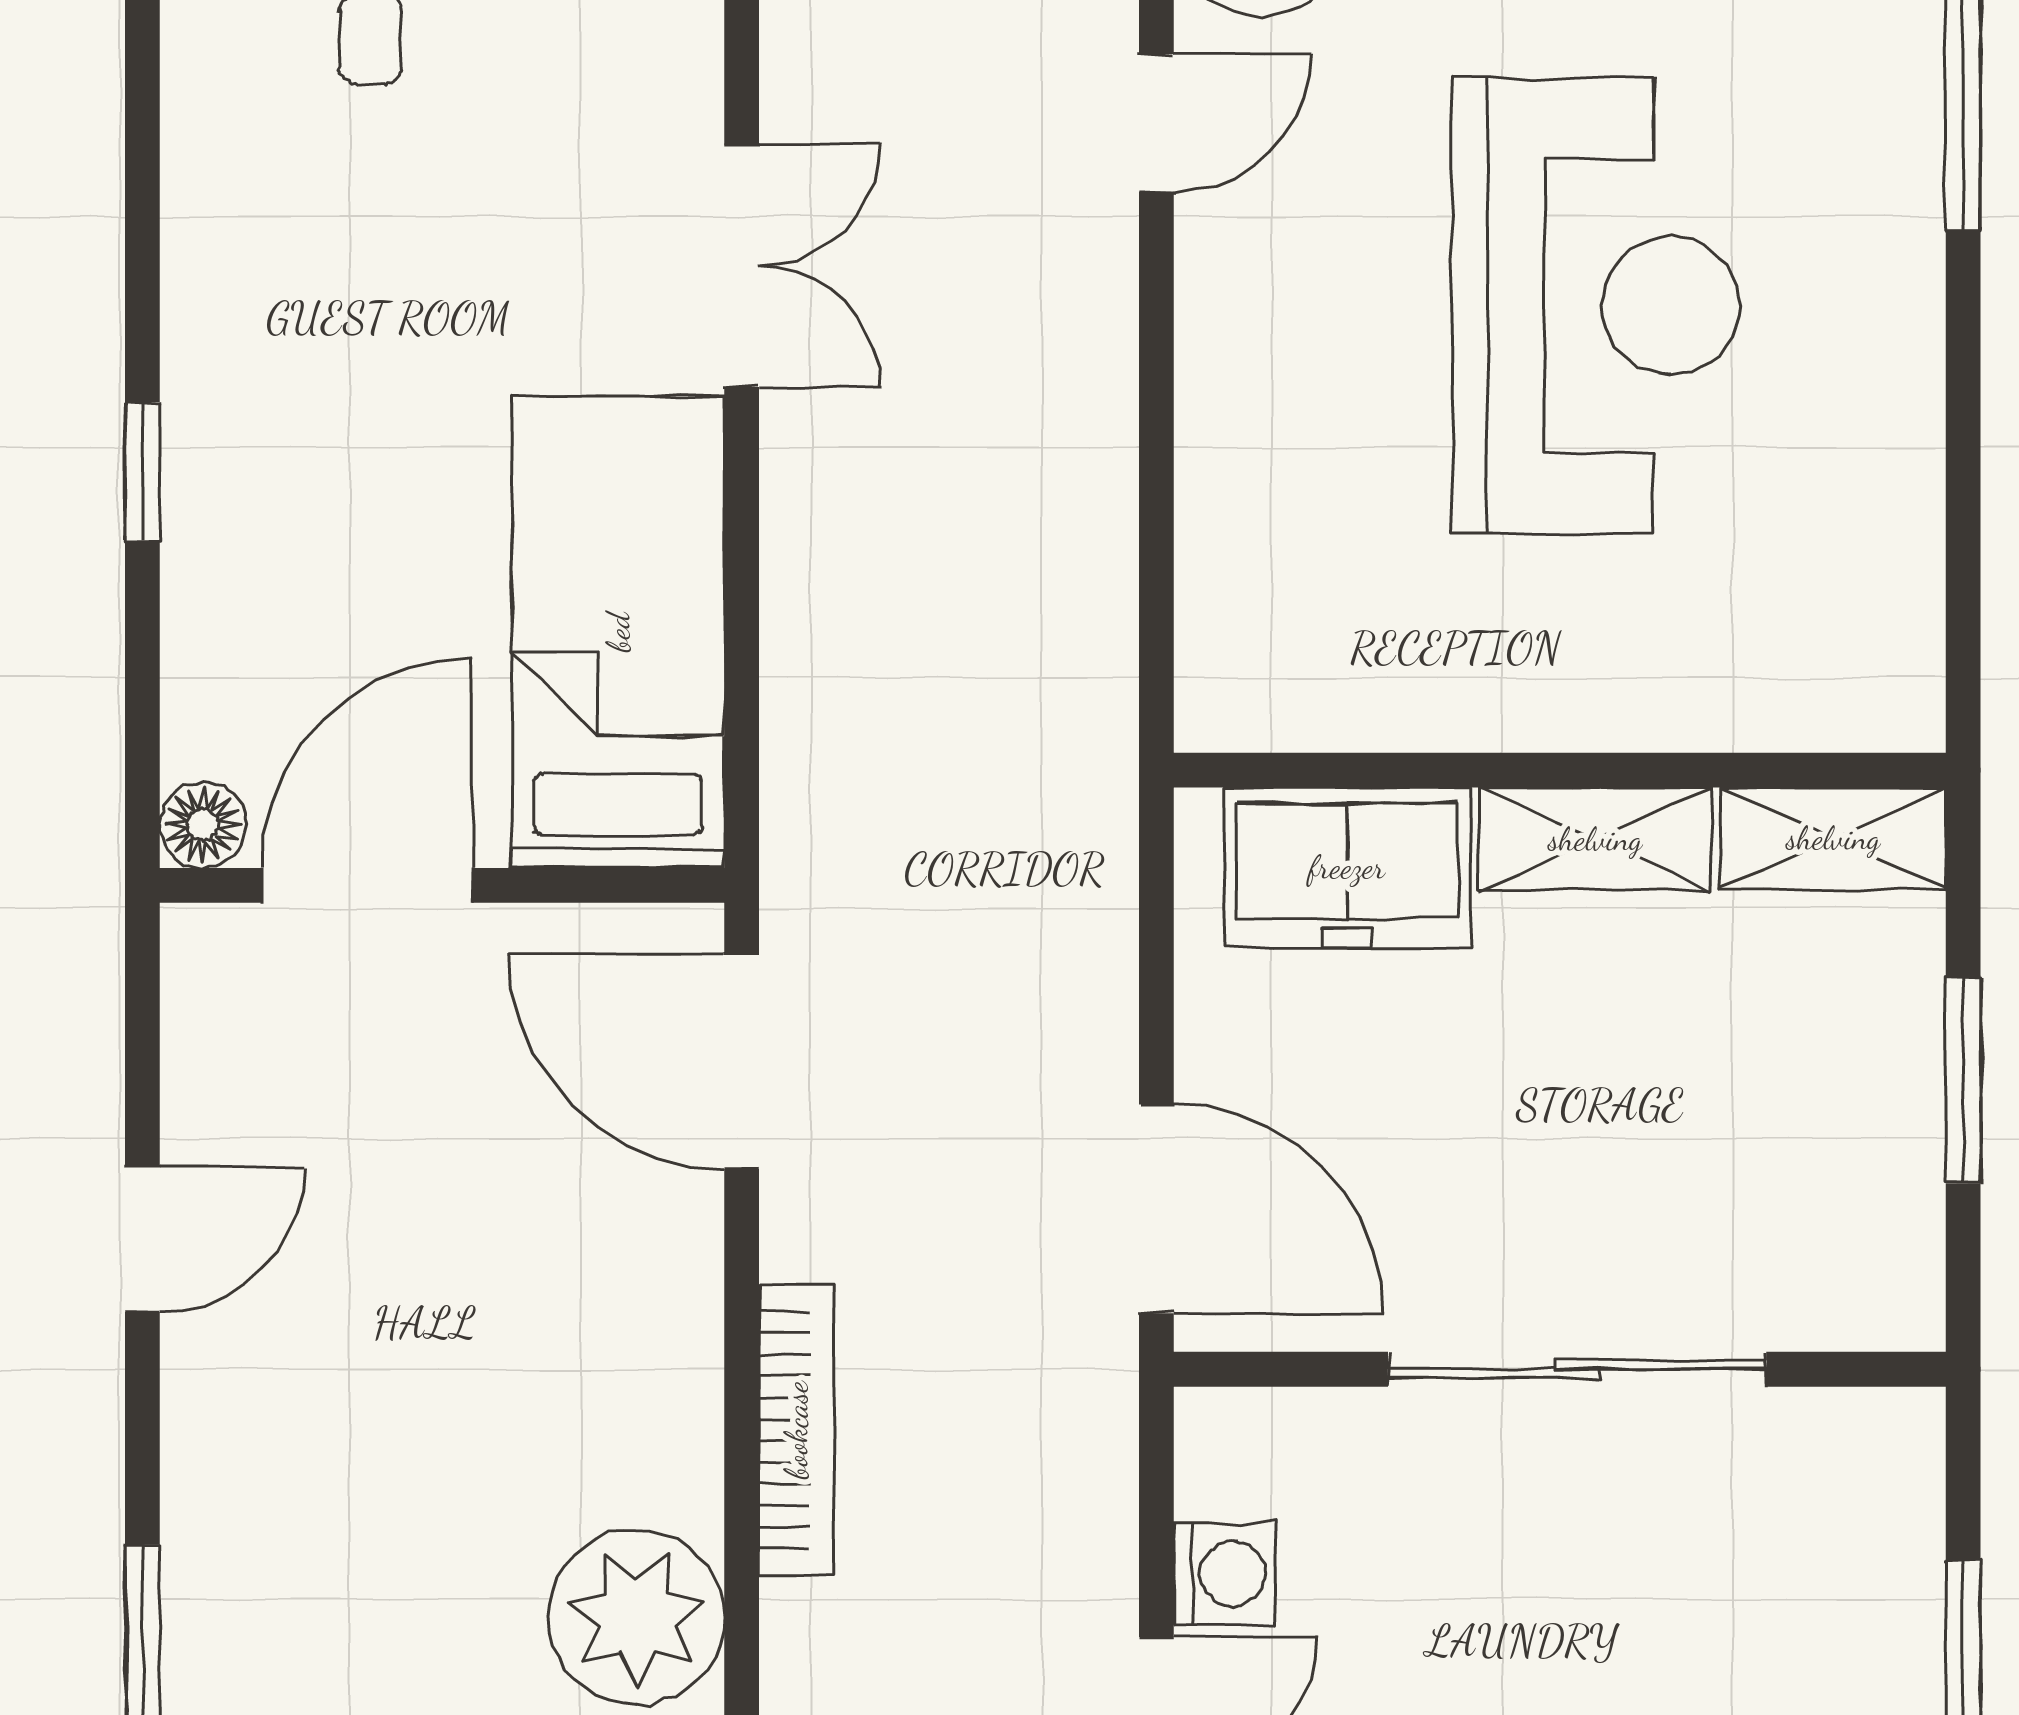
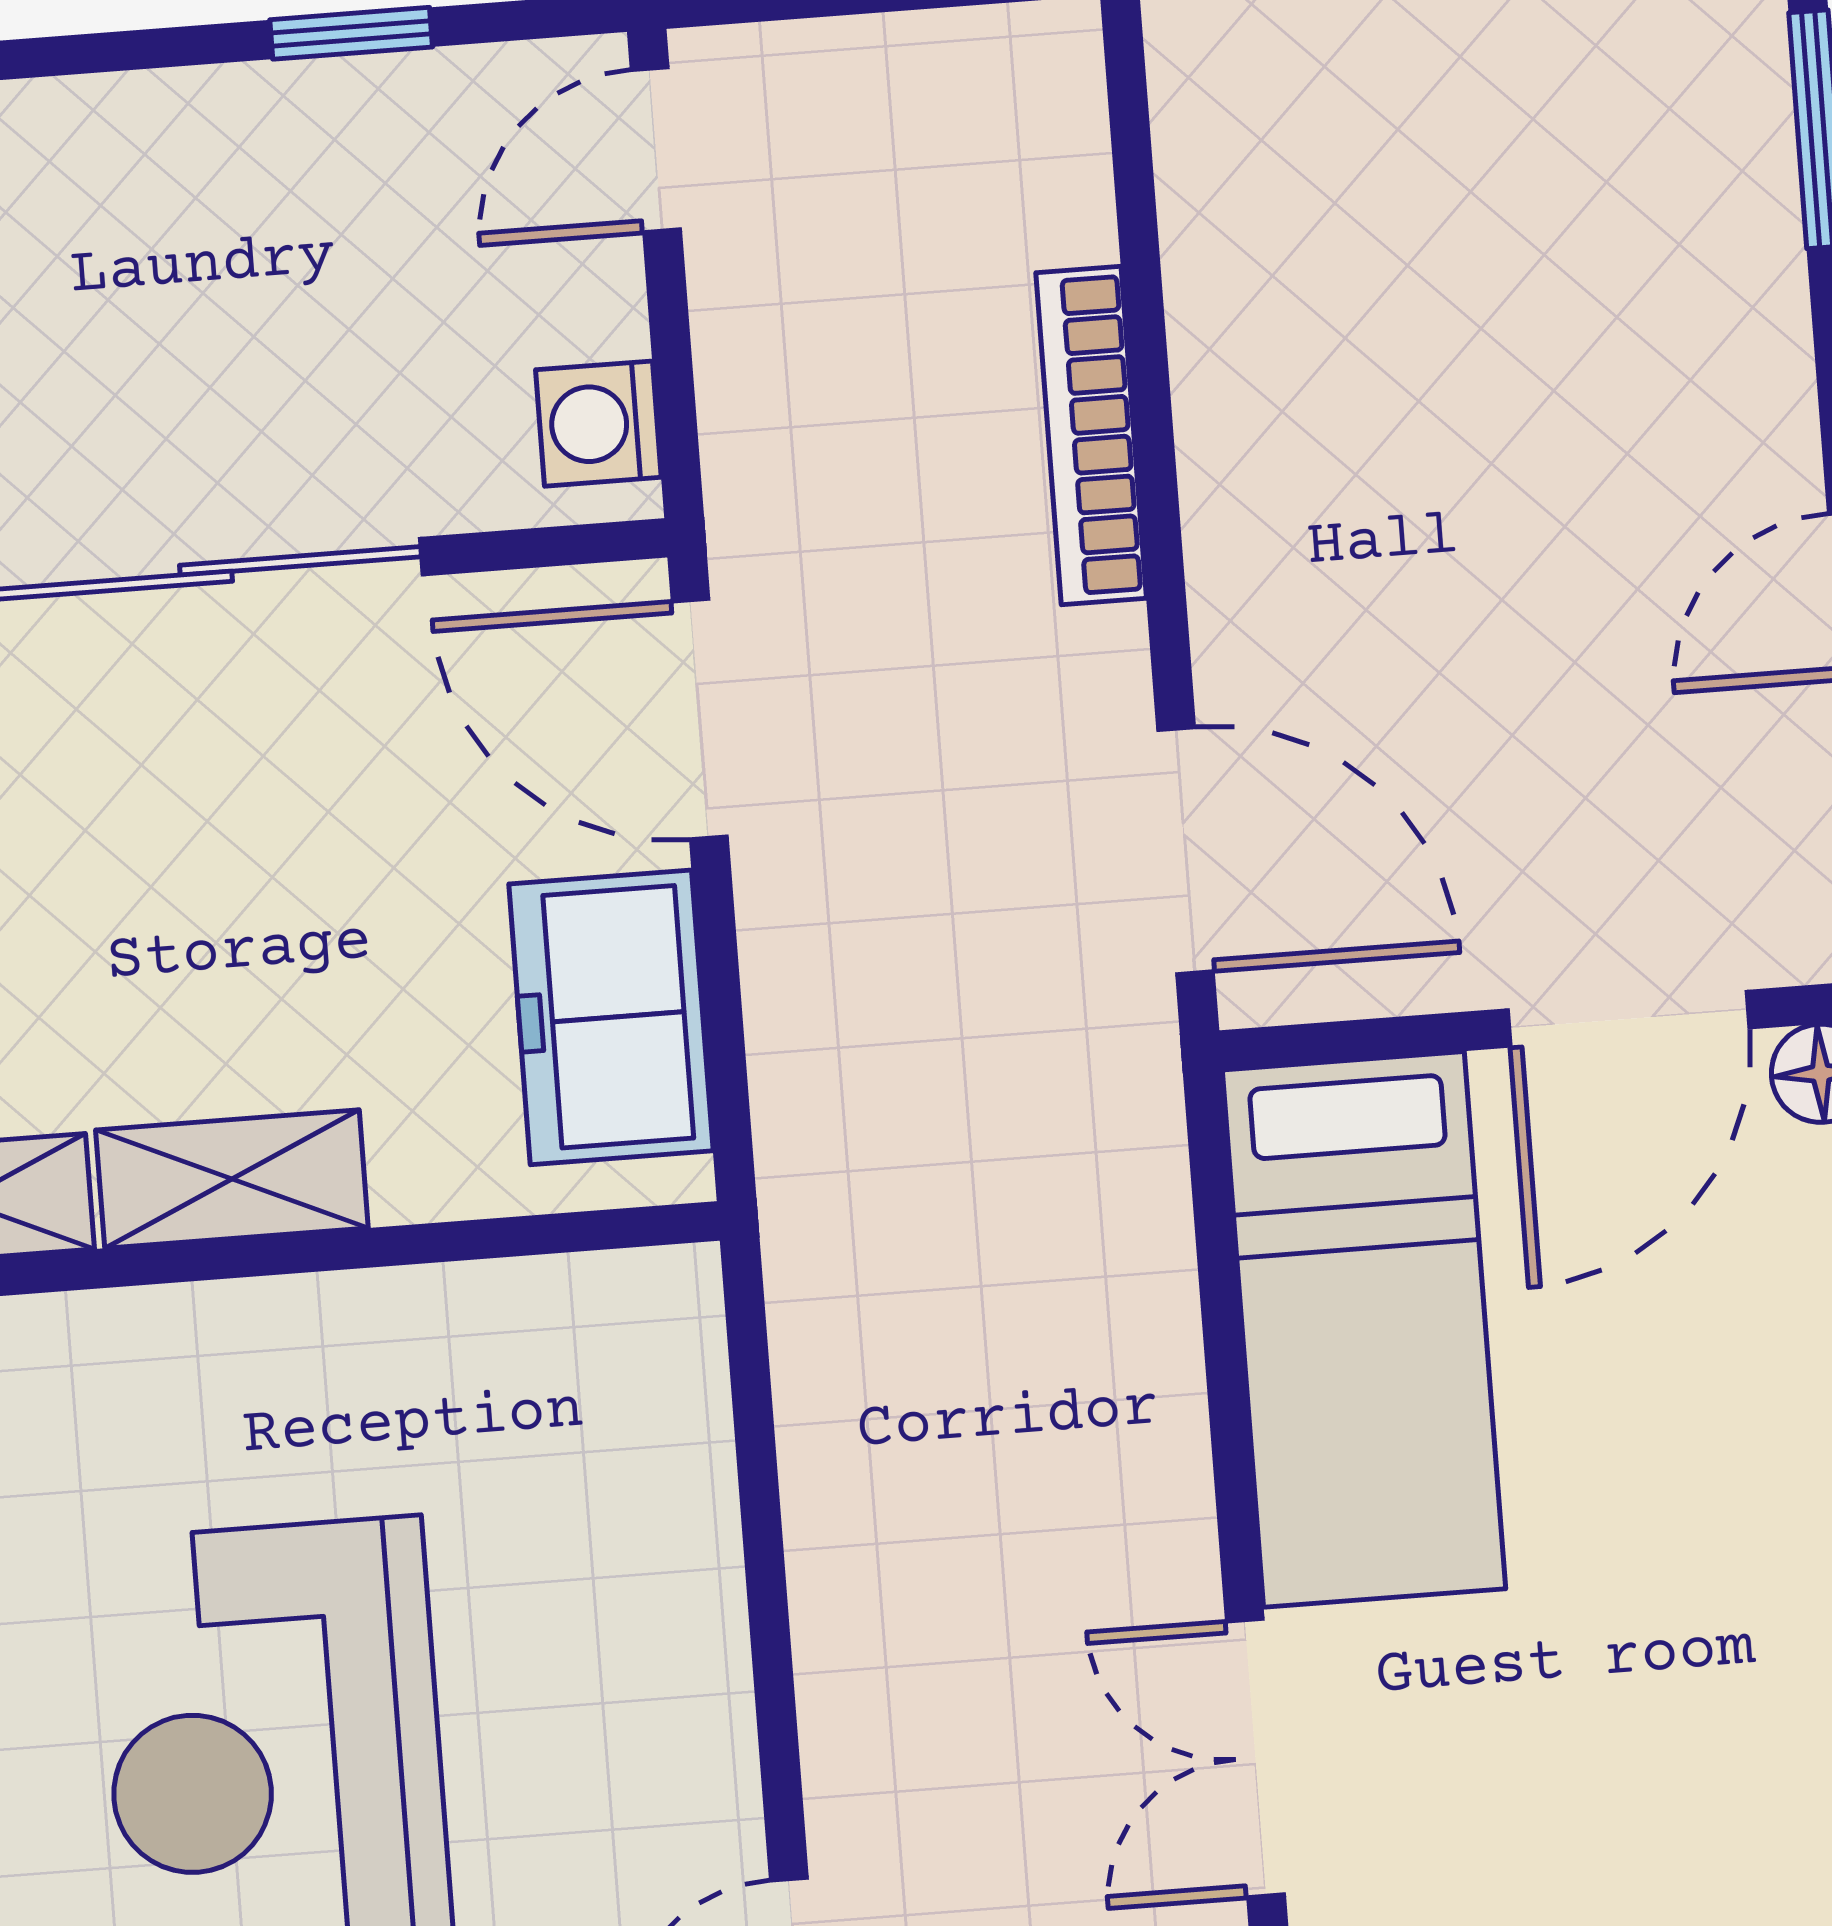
freezer: (1347, 867) -> (611, 1017), moved, turned -90
washing machine: (1225, 1574) -> (598, 424), moved
plant: (637, 1617) -> (1257, 208), removed

